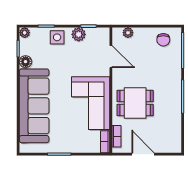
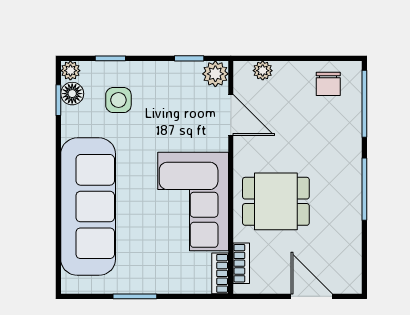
plant: (79, 34) -> (215, 74), moved
side table: (57, 37) -> (118, 100), moved
floor lamp: (26, 62) -> (72, 94), moved
door: (143, 154) -> (312, 296), moved

